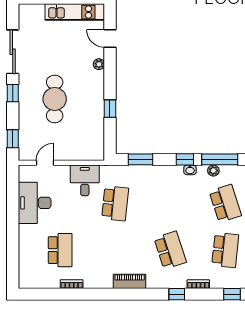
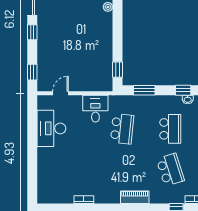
cafe table: (55, 99) -> (69, 37), removed
window: (110, 109) -> (118, 70), moved
school desk: (60, 250) -> (170, 129), moved

